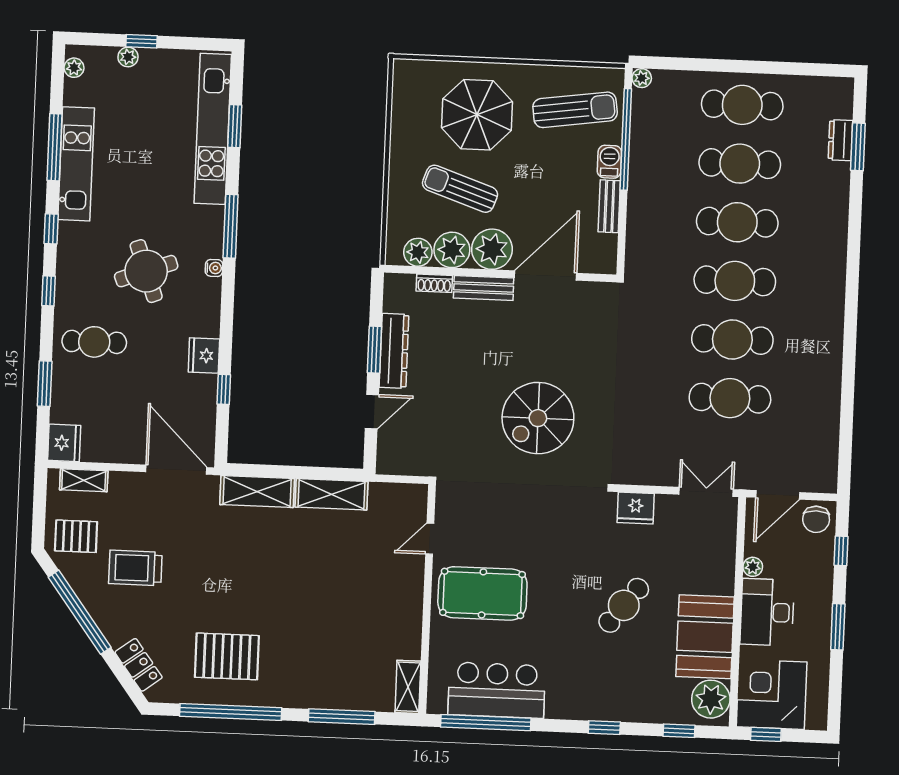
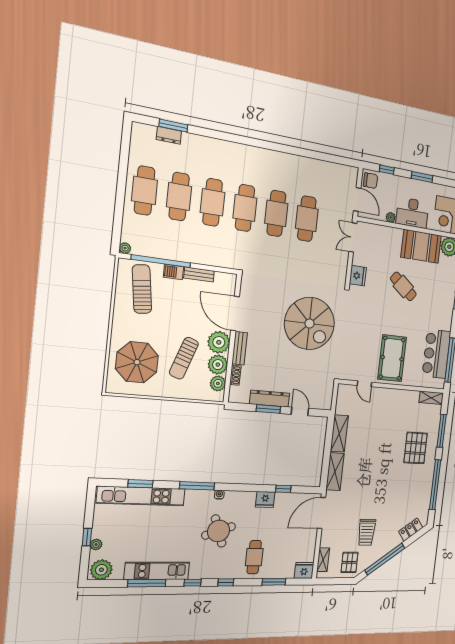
plant: (74, 68) -> (101, 570), width x1.88, depth x1.88
parasol: (477, 115) -> (137, 362), moved
spiral stairs: (538, 418) -> (310, 323), width x1.37, depth x1.37
pallet: (227, 656) -> (416, 448), moved

